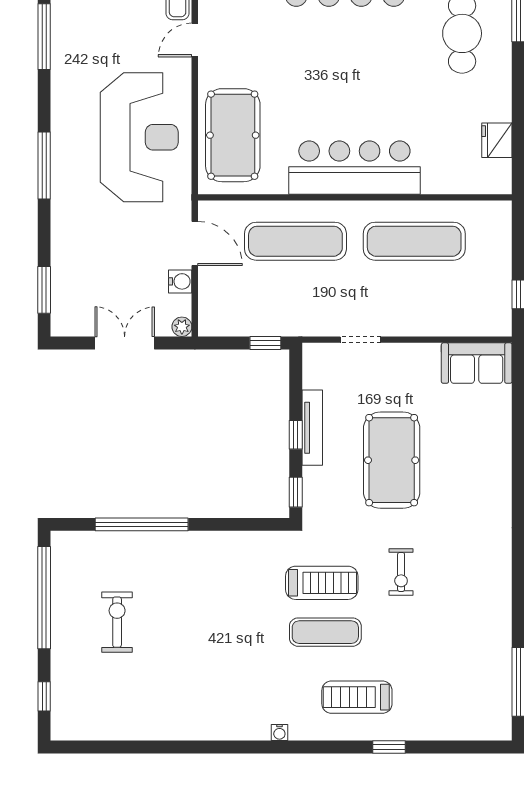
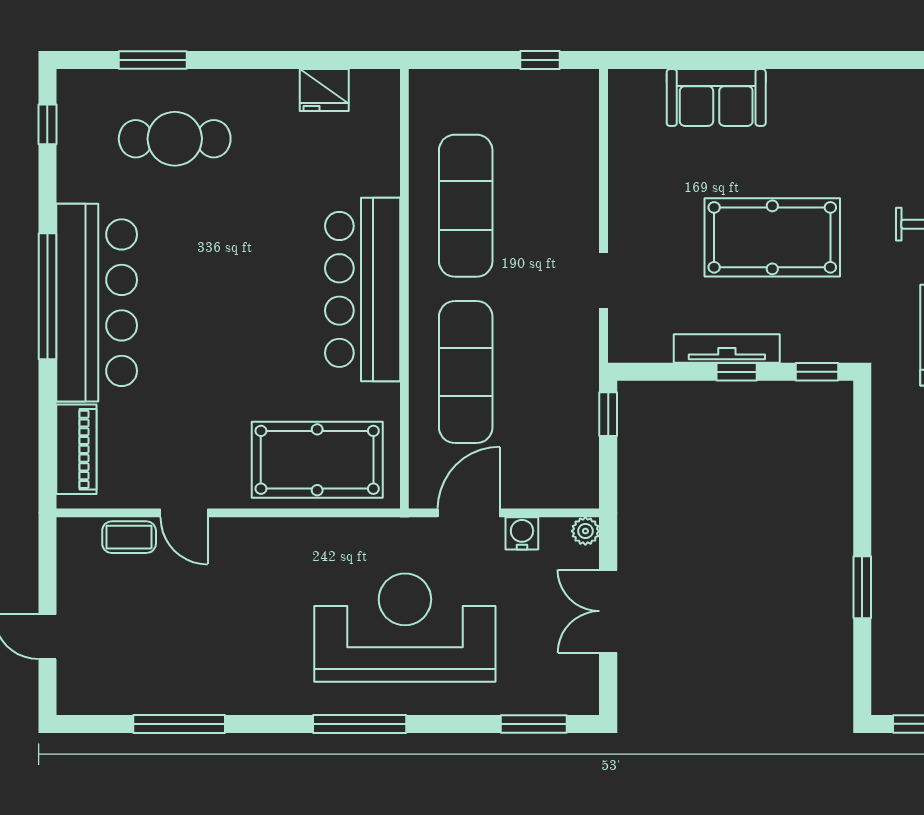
reception desk: (139, 137) -> (405, 628), moved
sofa: (477, 363) -> (716, 98), moved, turned 90
window: (142, 524) -> (862, 587), width x0.47

